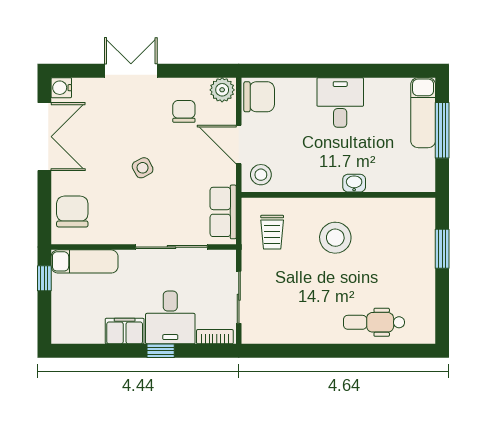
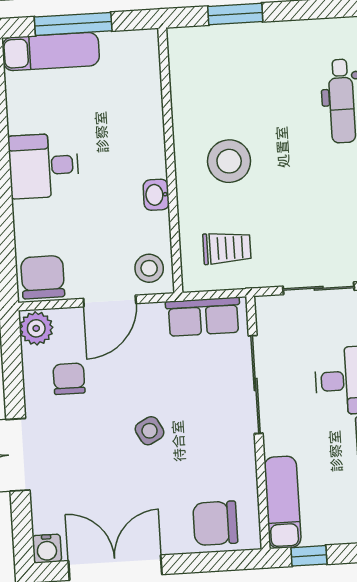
chair: (184, 111) -> (69, 379), turned 90
washbasin: (354, 183) -> (156, 195), moved

